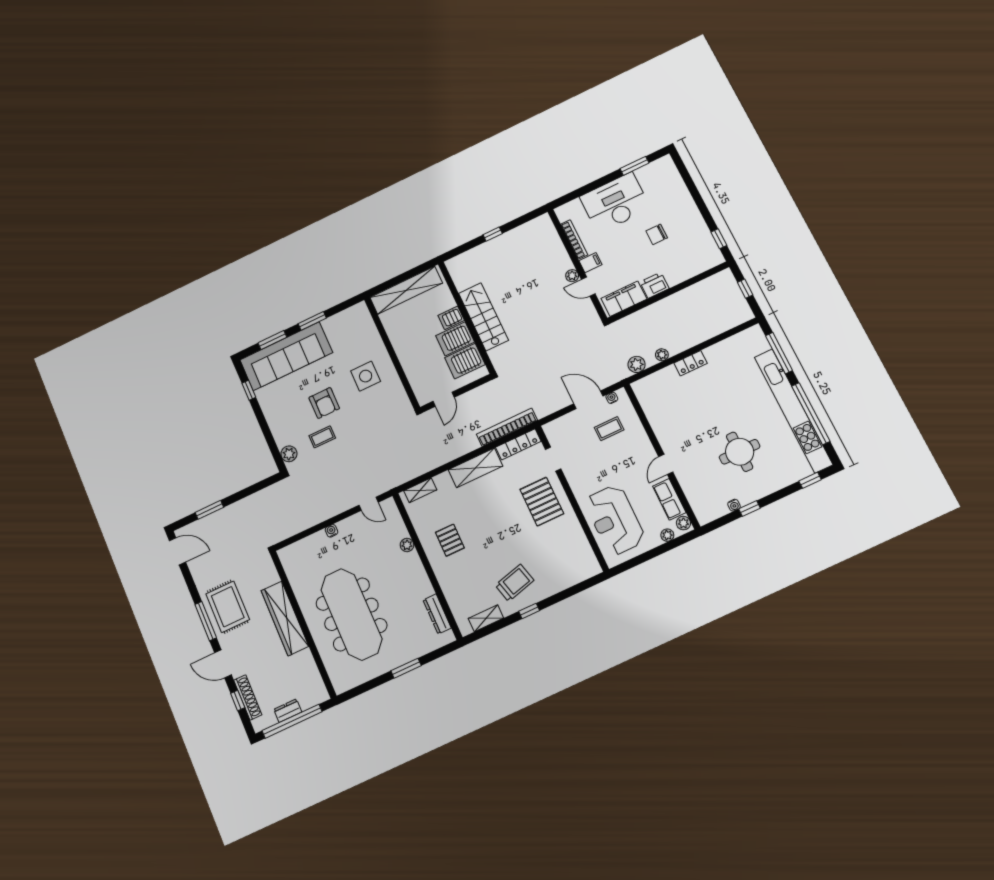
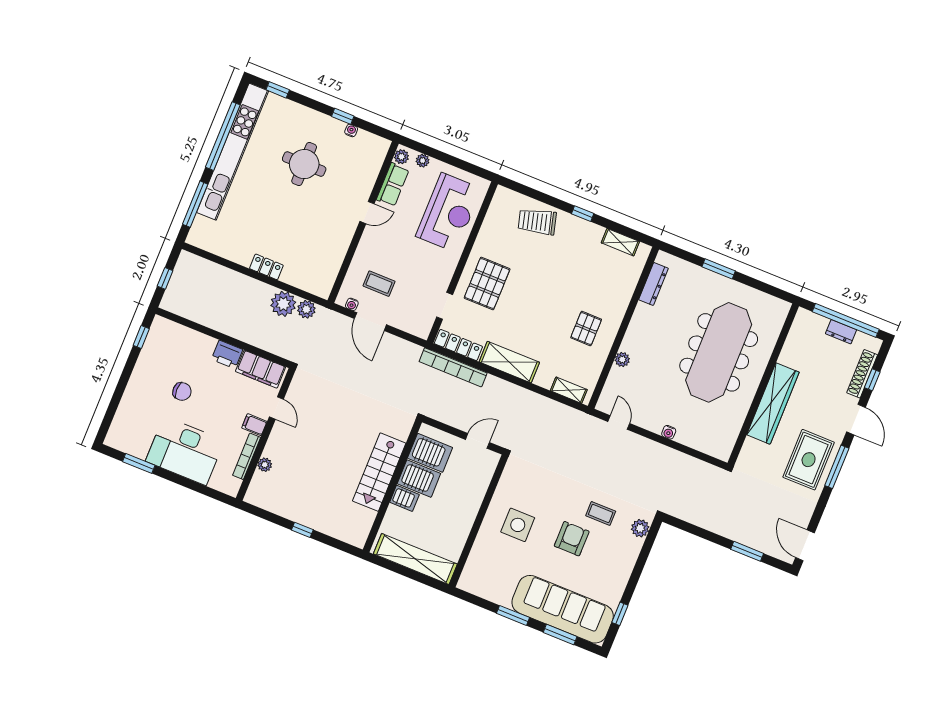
plant: (572, 276) -> (265, 465), moved
plant: (662, 355) -> (283, 304), width x1.87, depth x1.87
trolley: (515, 583) -> (537, 222), moved

